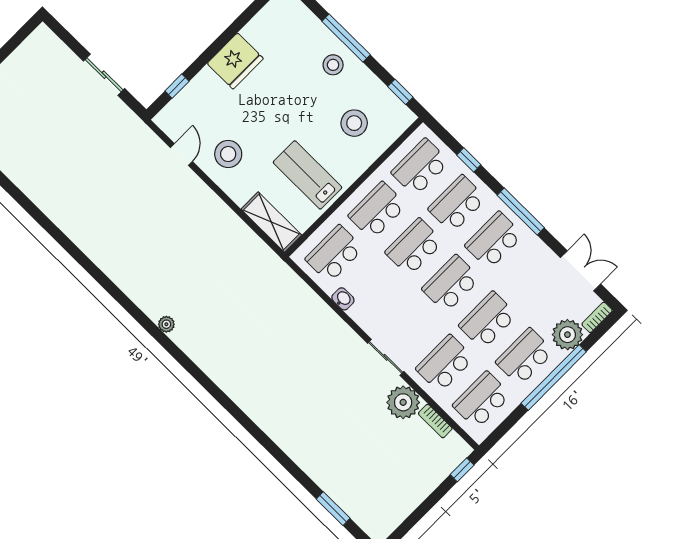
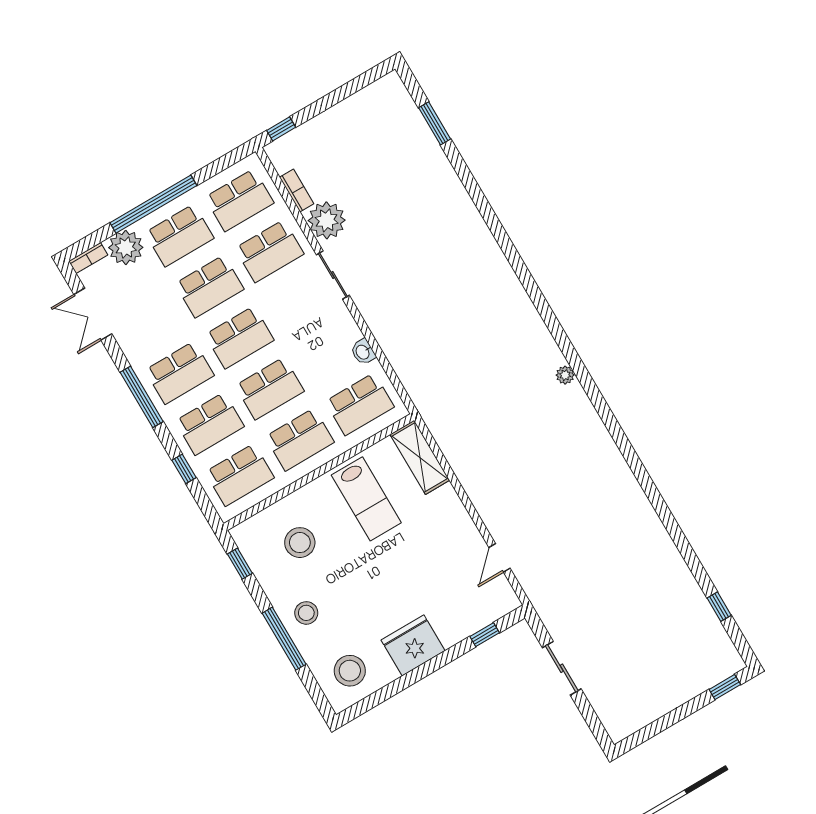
stool: (228, 154) -> (350, 671), moved

